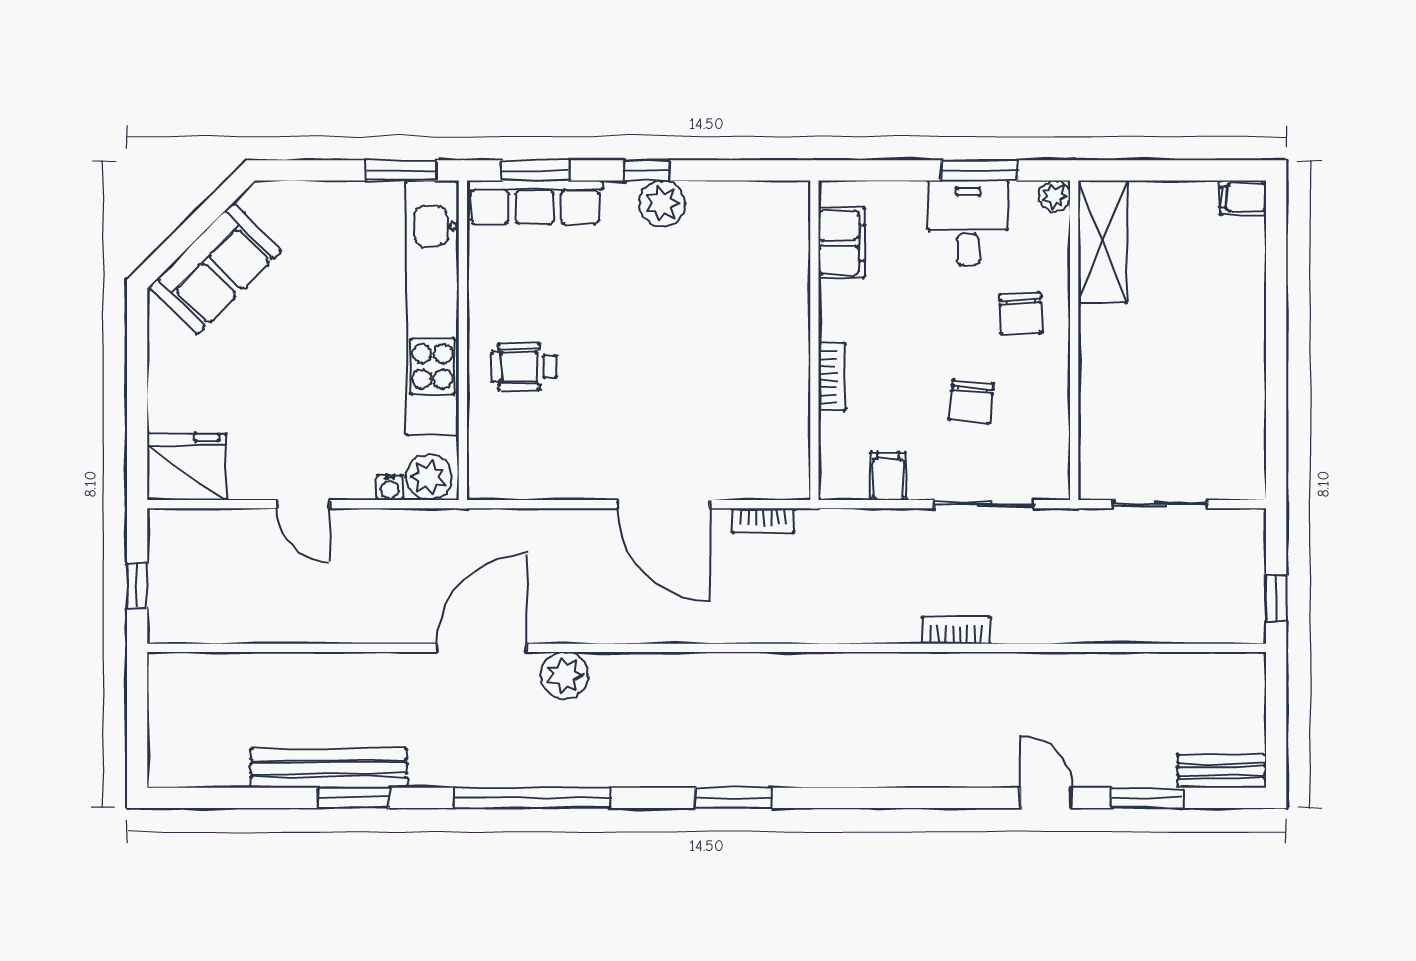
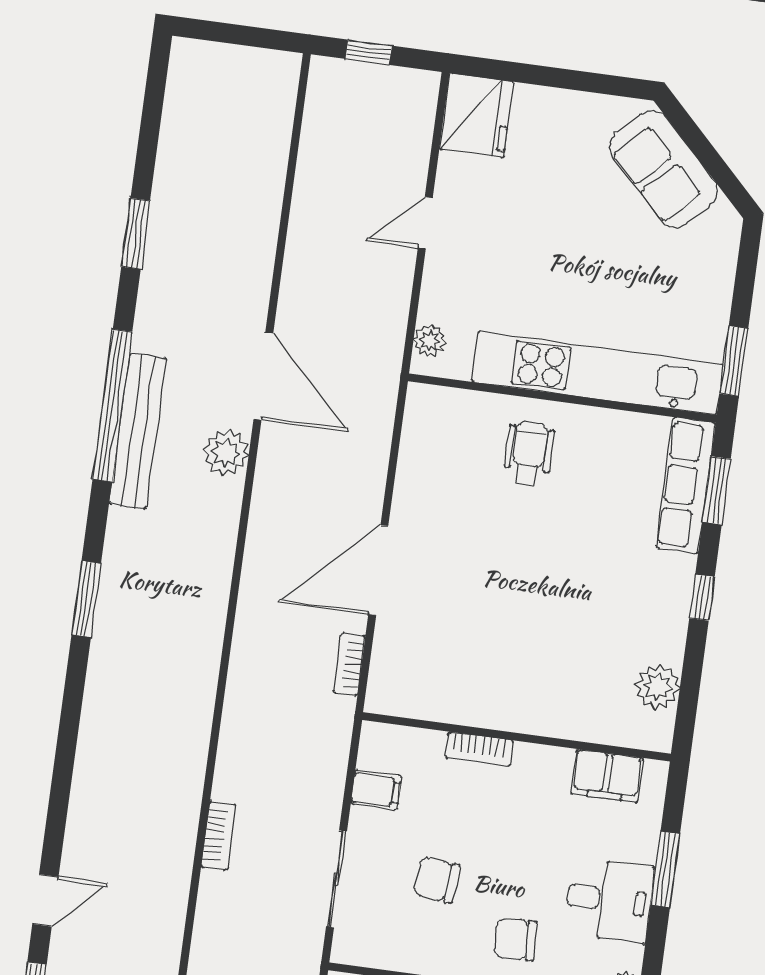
window: (979, 170) -> (665, 869), moved
plant: (662, 203) -> (658, 687), moved
plant: (429, 477) -> (430, 341), width x0.73, depth x0.73
water cooler: (390, 487) -> (430, 309), removed
bench: (329, 768) -> (138, 431), moved

